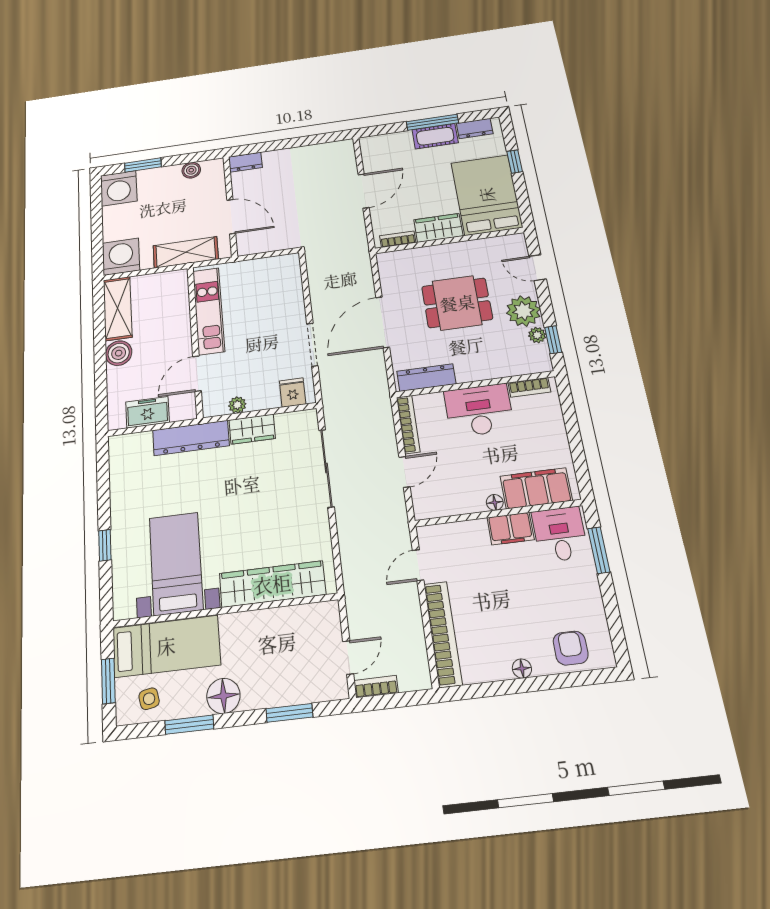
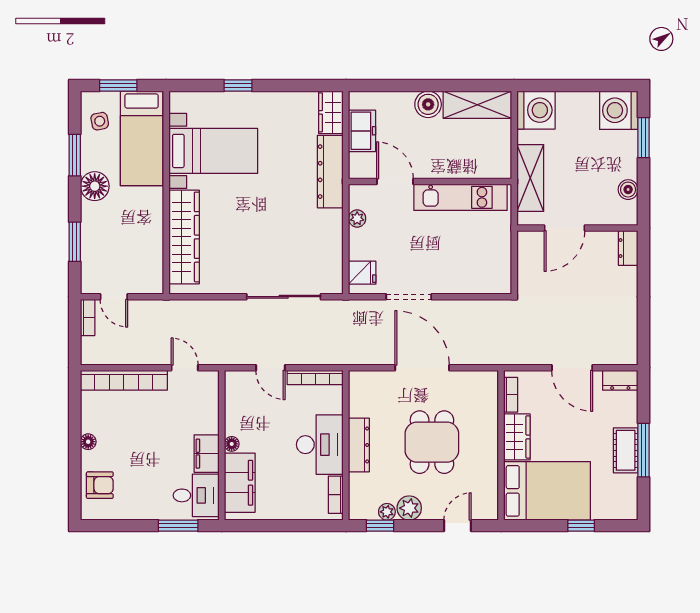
dresser: (475, 128) -> (620, 380), moved, turned -90
plant: (523, 311) -> (409, 508), width x0.73, depth x0.73
dresser: (426, 378) -> (359, 445), moved
wardrobe: (252, 429) -> (331, 112), moved

